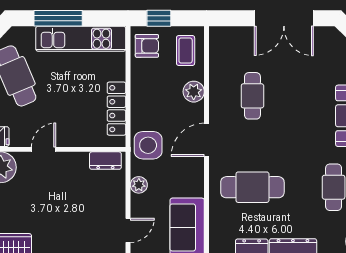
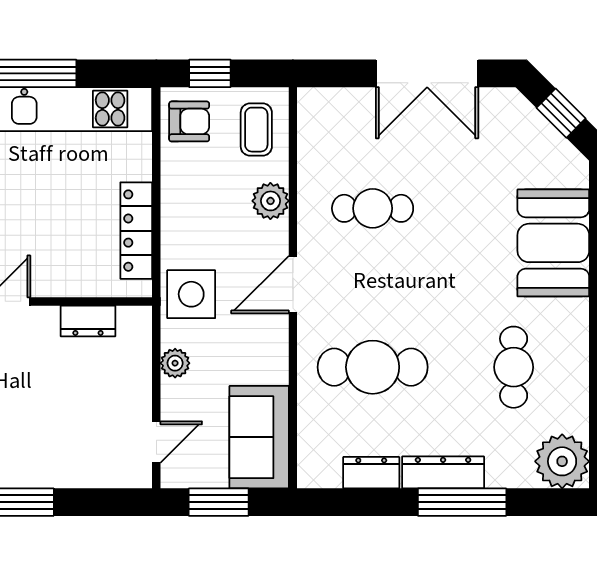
cafe table: (252, 96) -> (373, 208), turned 90
dresser: (105, 161) -> (88, 321), moved

